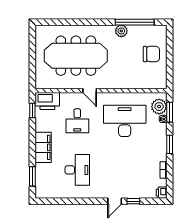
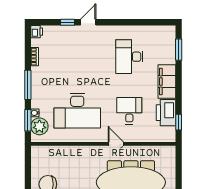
printer: (47, 101) -> (166, 113), moved, turned -90
window: (170, 144) -> (28, 85), width x1.44

